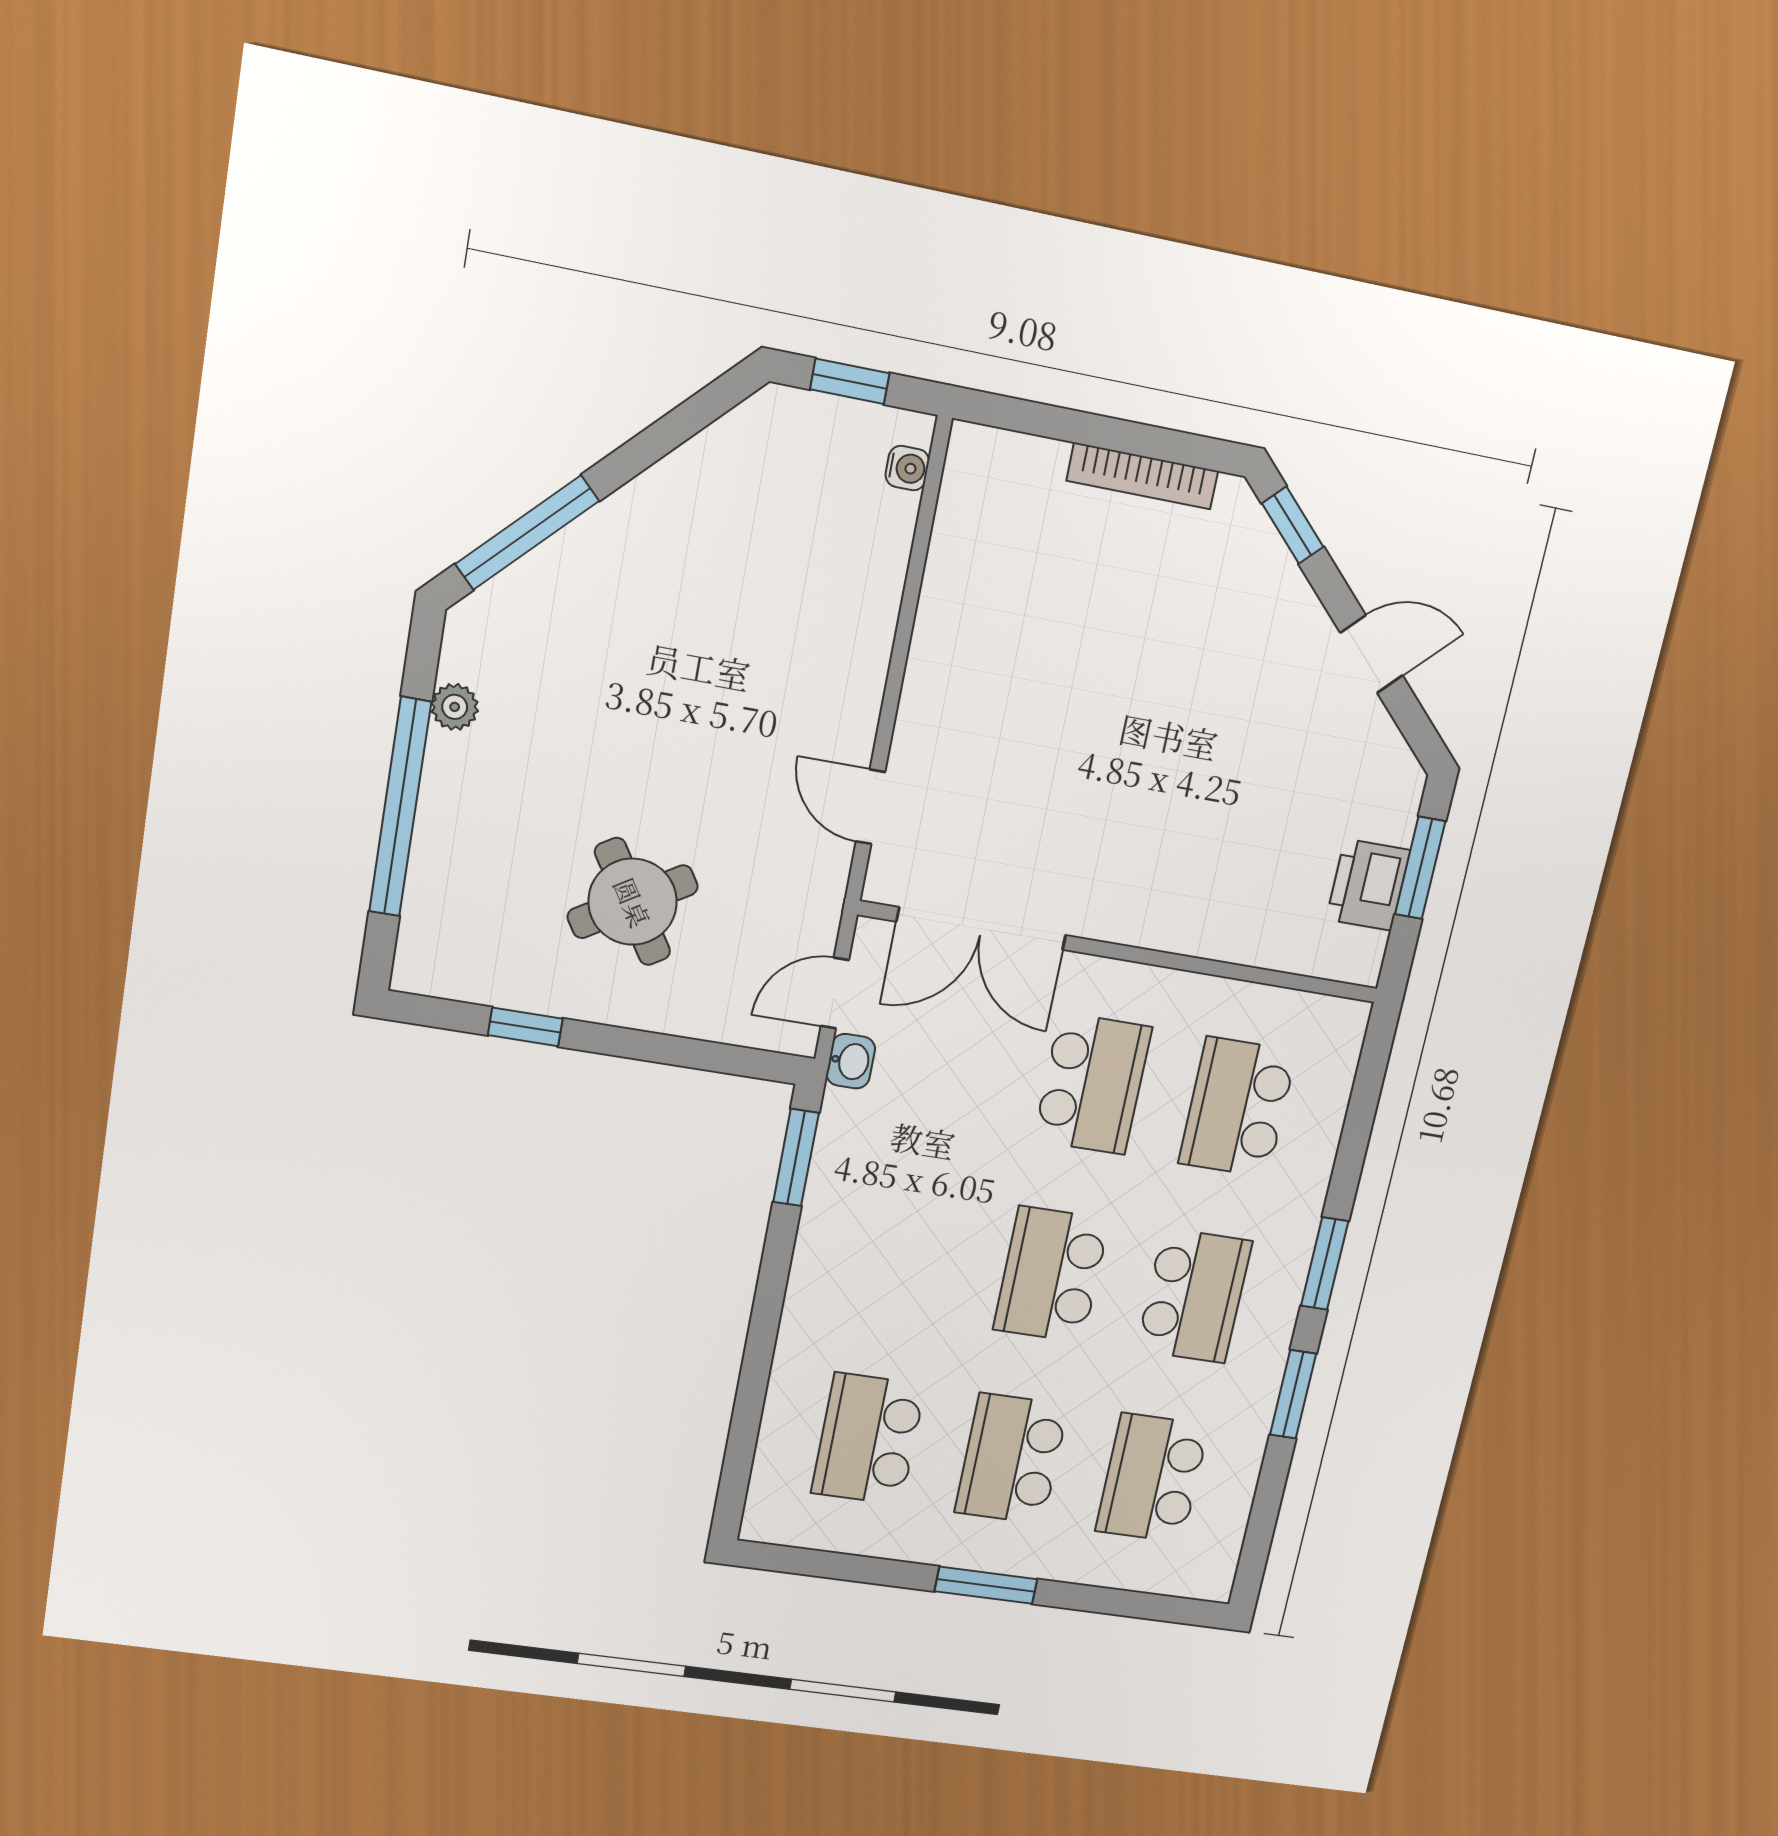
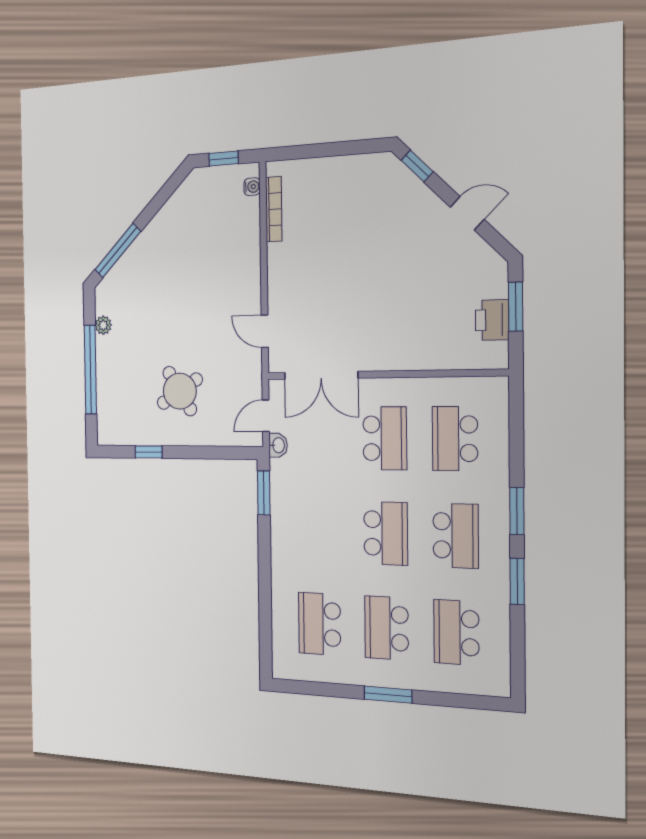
bookcase: (1142, 476) -> (274, 209), moved, turned -90
school desk: (1051, 1275) -> (386, 533), turned 180

